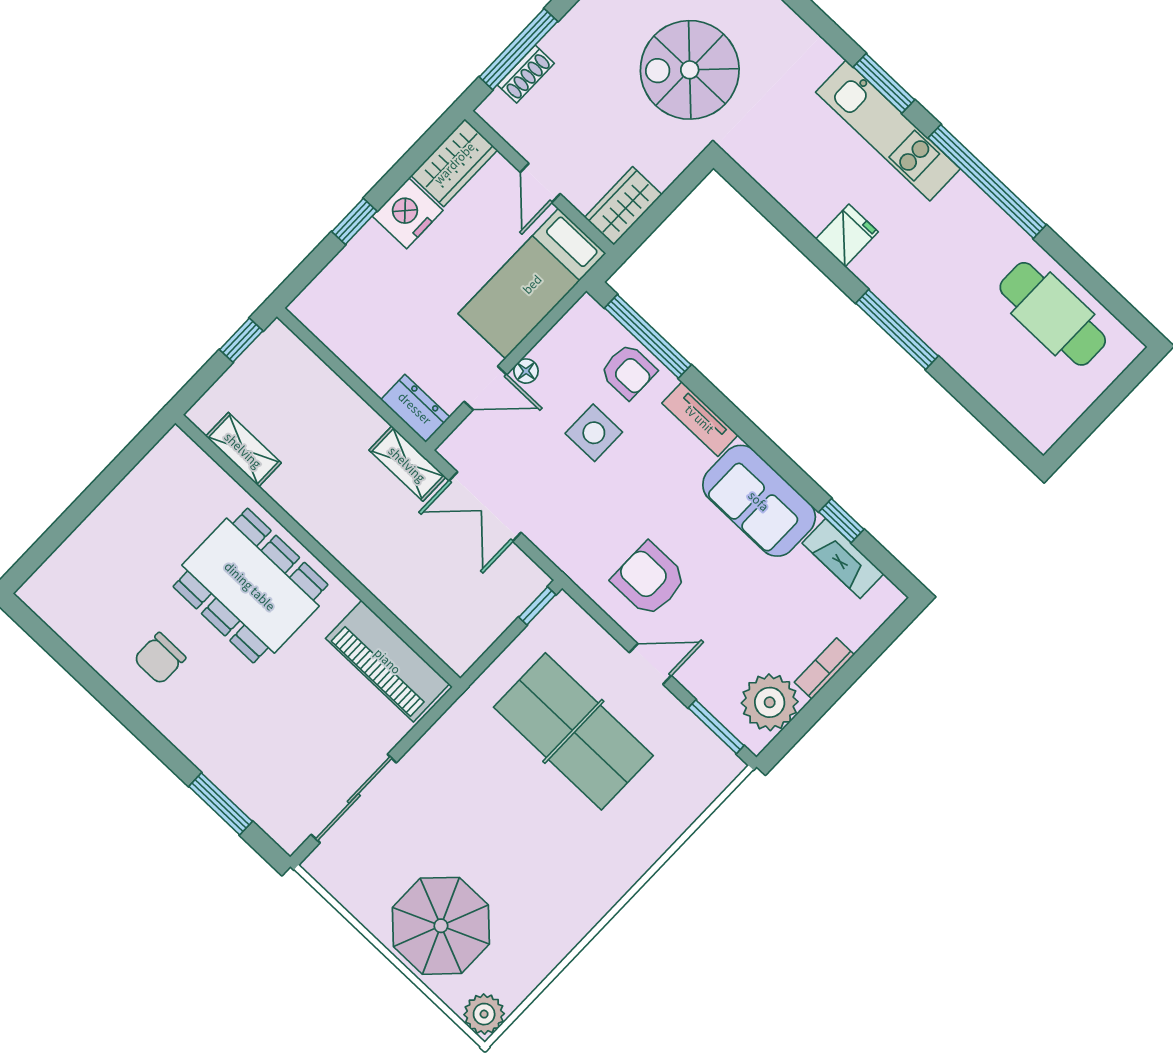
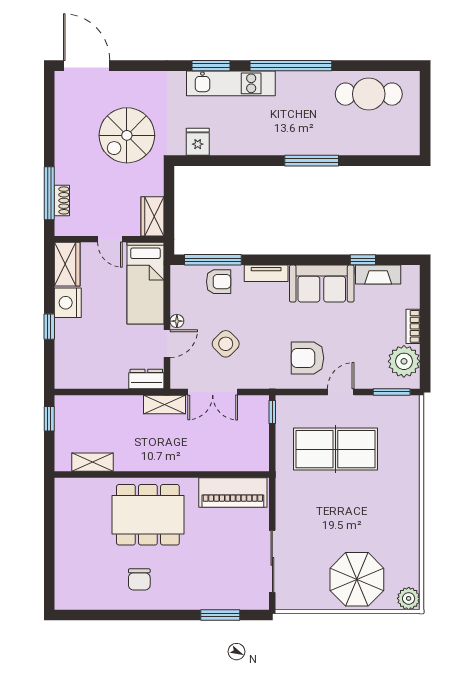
fridge: (847, 236) -> (198, 142), moved
side table: (594, 433) -> (226, 344), moved, turned 45

